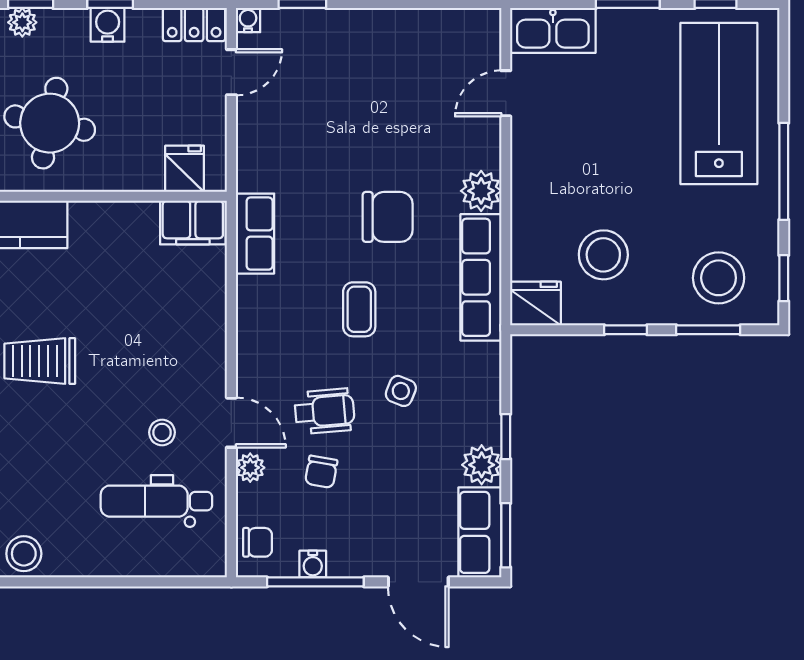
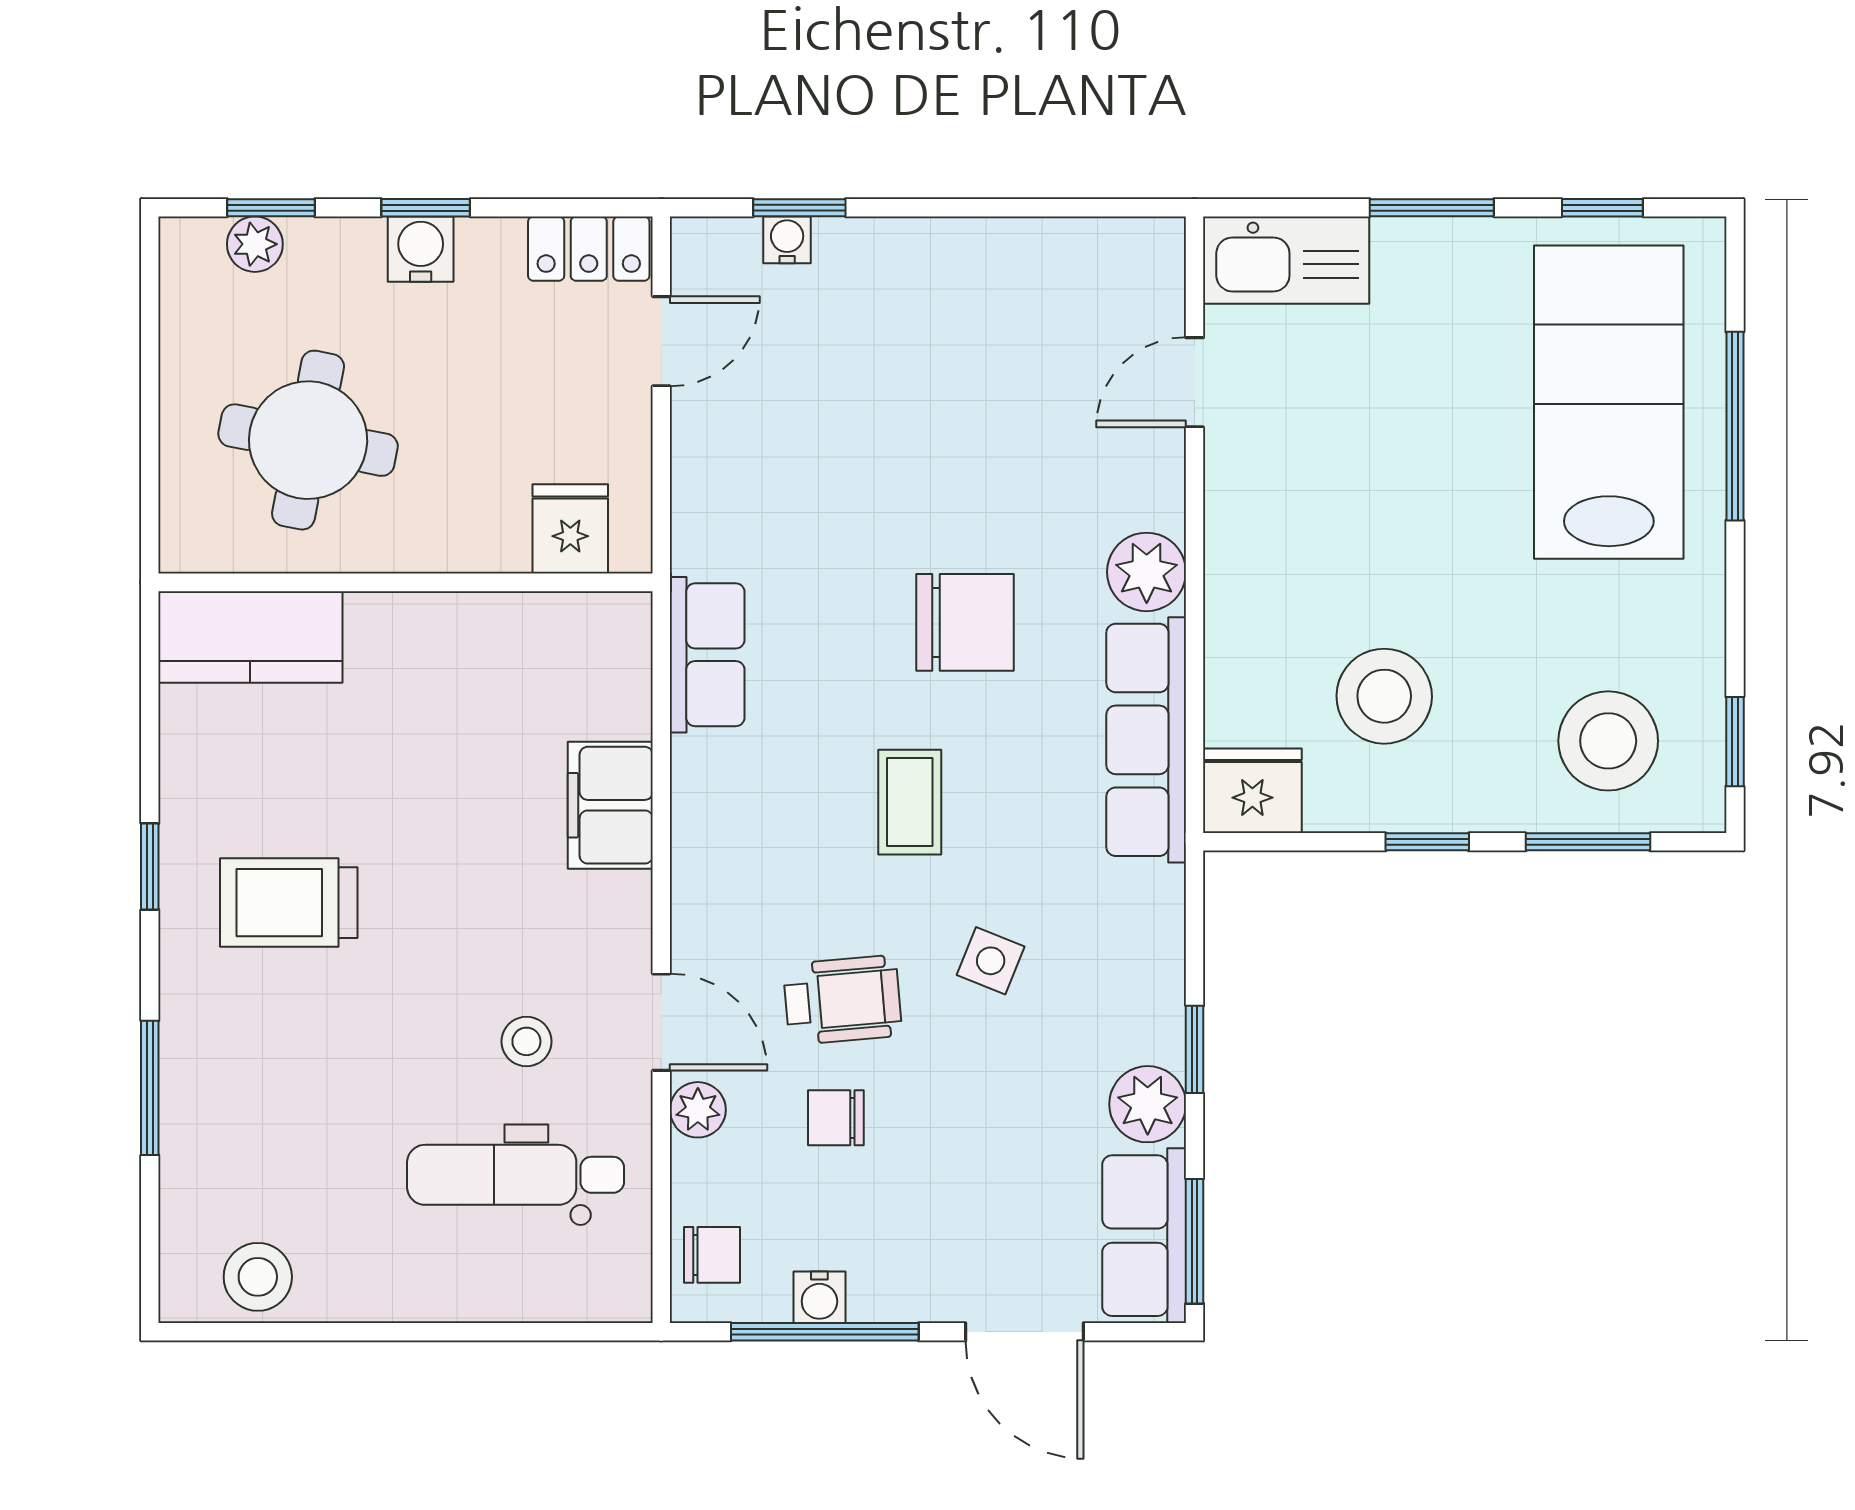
water cooler: (248, 20) -> (787, 240), moved
window: (784, 171) -> (1735, 426), moved
filing cabinet: (193, 223) -> (610, 805), moved, turned 90
chair: (321, 472) -> (836, 1118), turned 80

